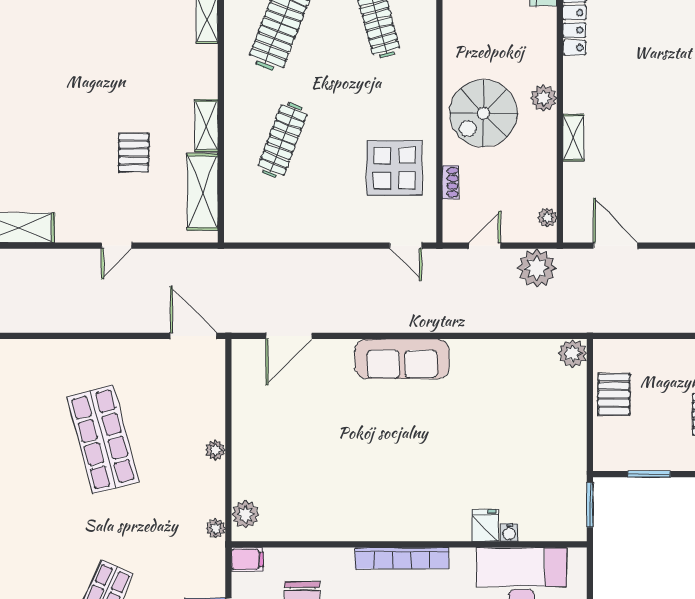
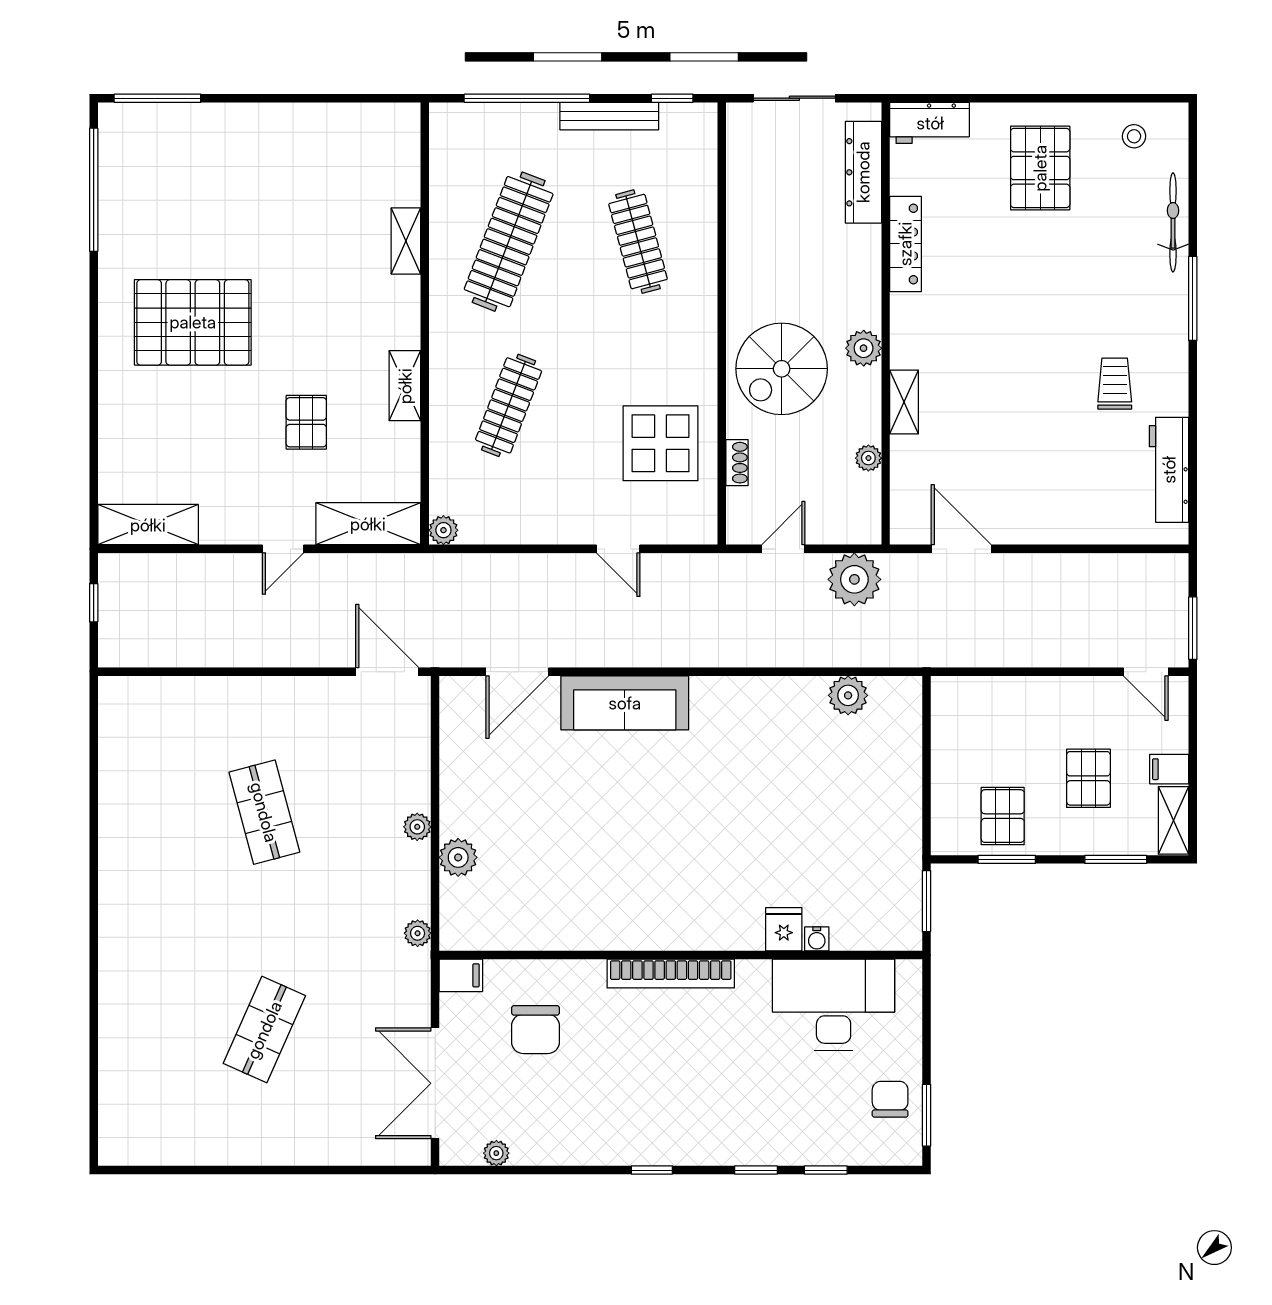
pallet: (50, 79) -> (193, 322), added
shelving: (202, 192) -> (368, 524), moved, turned 90
plant: (547, 217) -> (868, 458), moved
plant: (235, 232) -> (443, 530), added
door: (406, 246) -> (618, 549), moved
plant: (573, 353) -> (848, 695), moved
sofa: (402, 359) -> (625, 703), moved
pallet: (614, 394) -> (1003, 816), moved
shop shelf: (103, 439) -> (264, 812), width x0.70, depth x0.74
plant: (245, 514) -> (458, 857), moved

